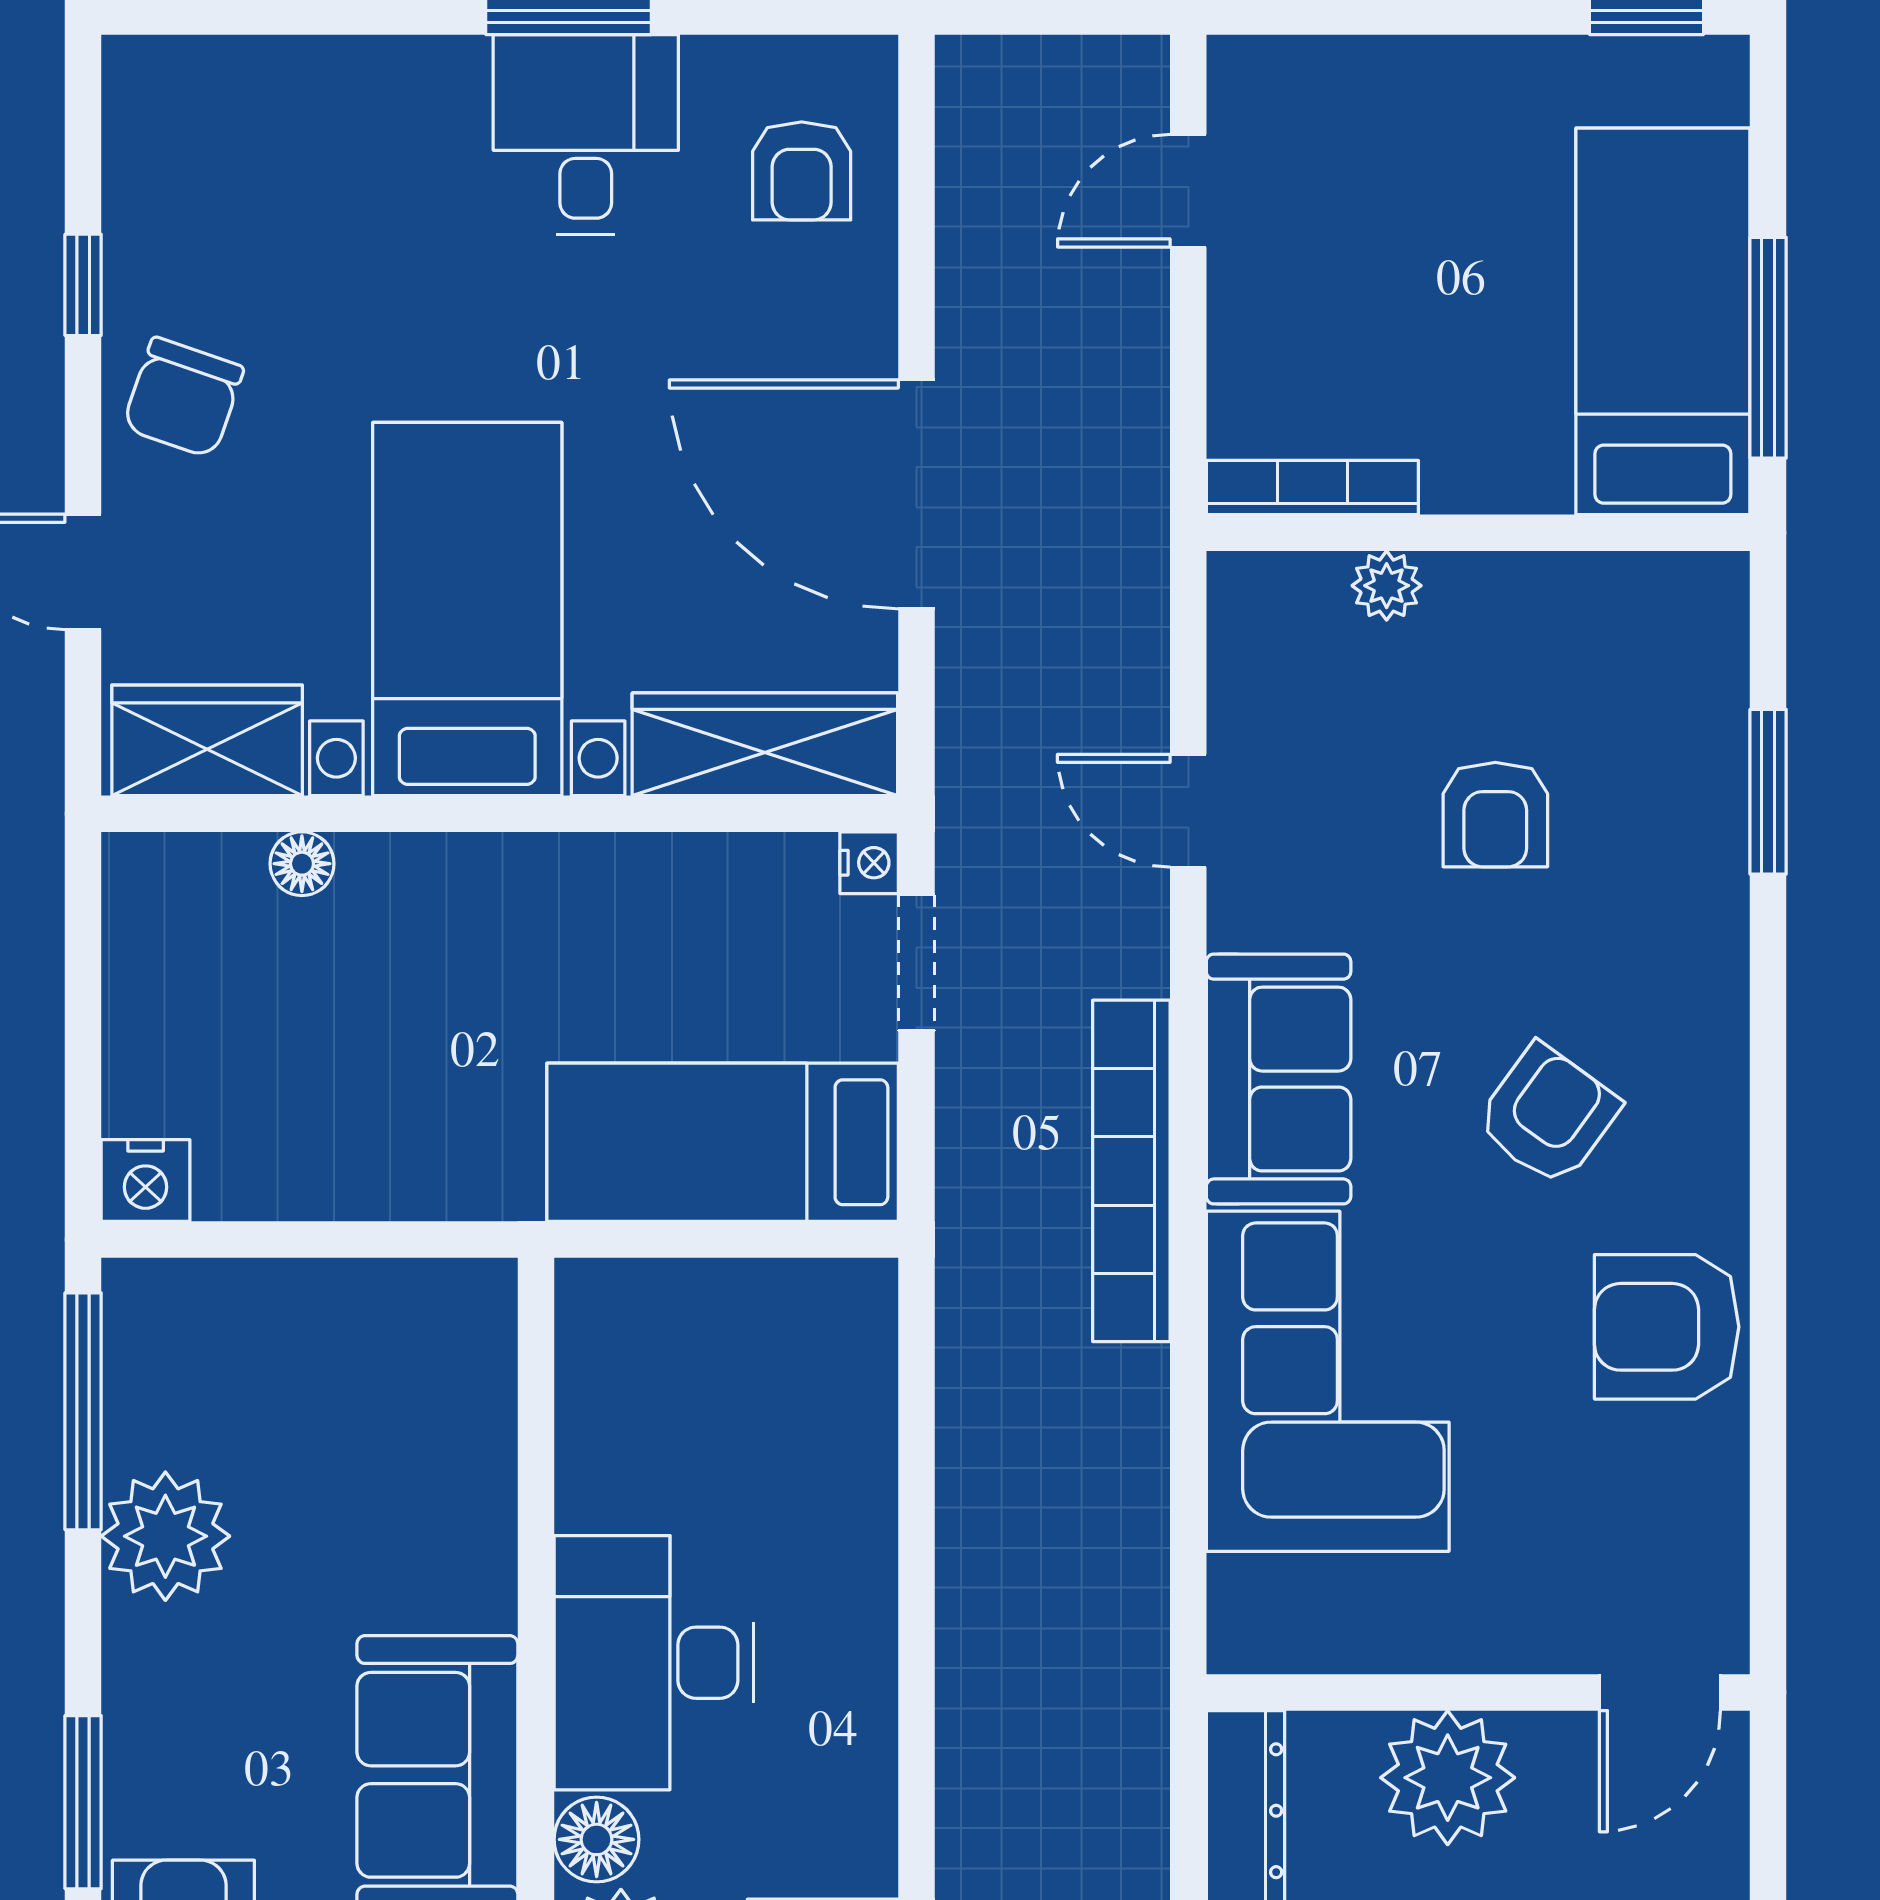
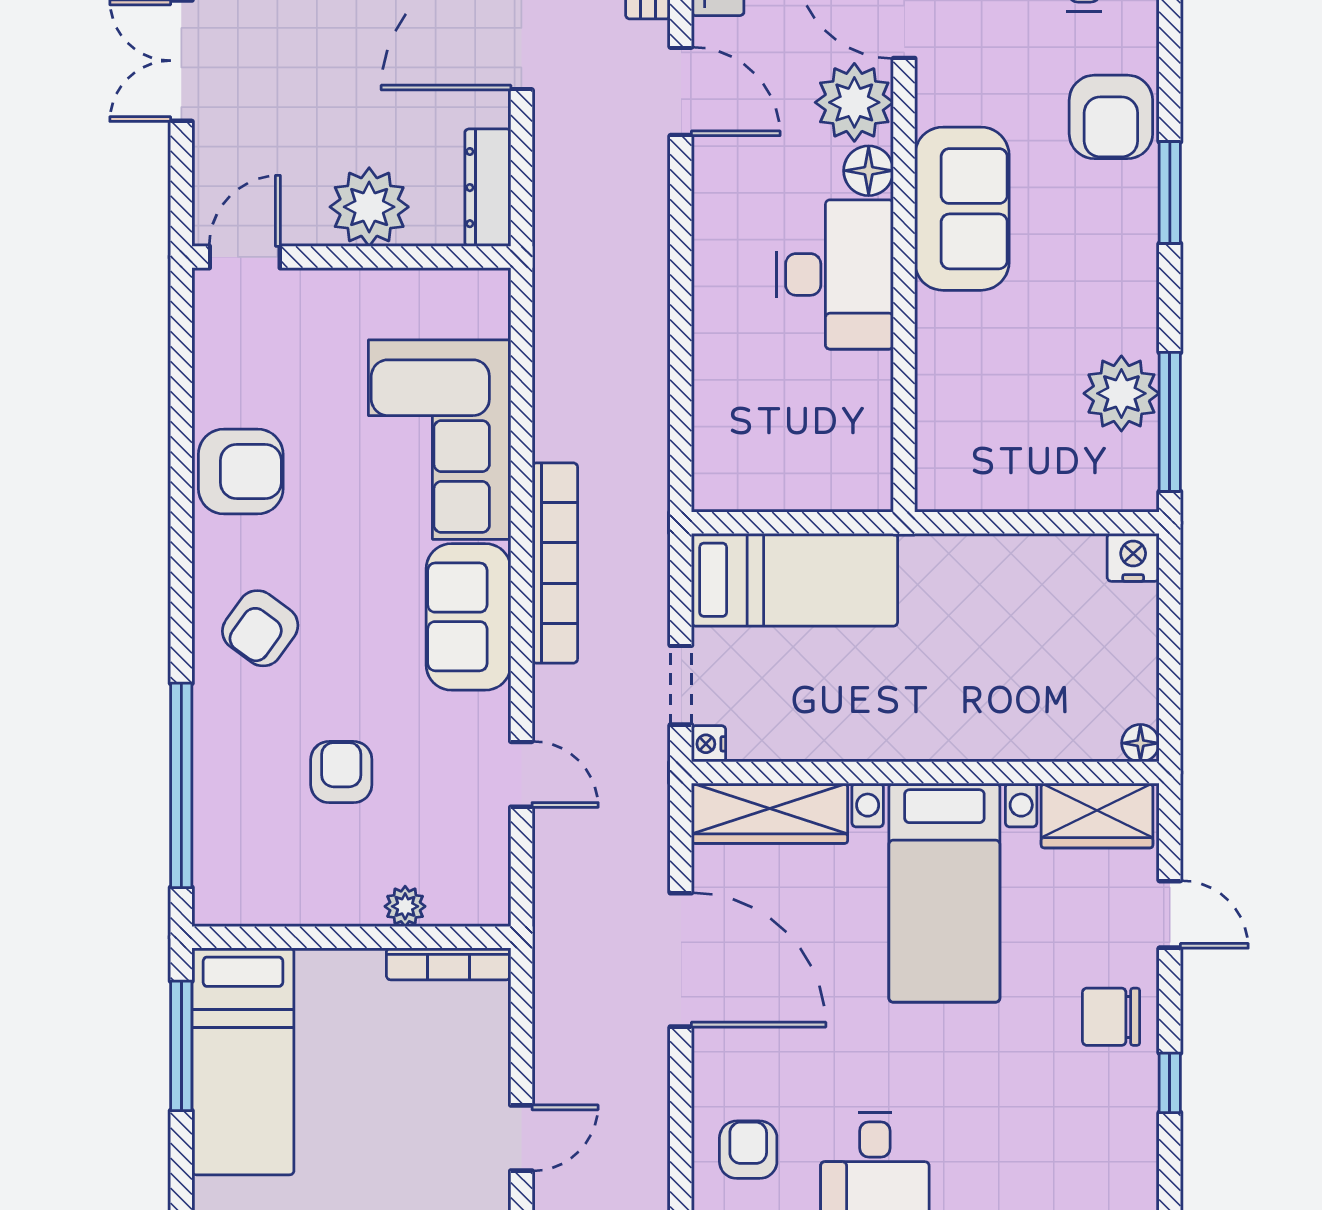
chair: (183, 397) -> (1111, 1017), turned -109
window: (1768, 792) -> (181, 785), width x2.11
floor lamp: (302, 864) -> (1140, 743), moved
armchair: (1548, 1115) -> (260, 628), moved
plant: (165, 1536) -> (1121, 393), moved

